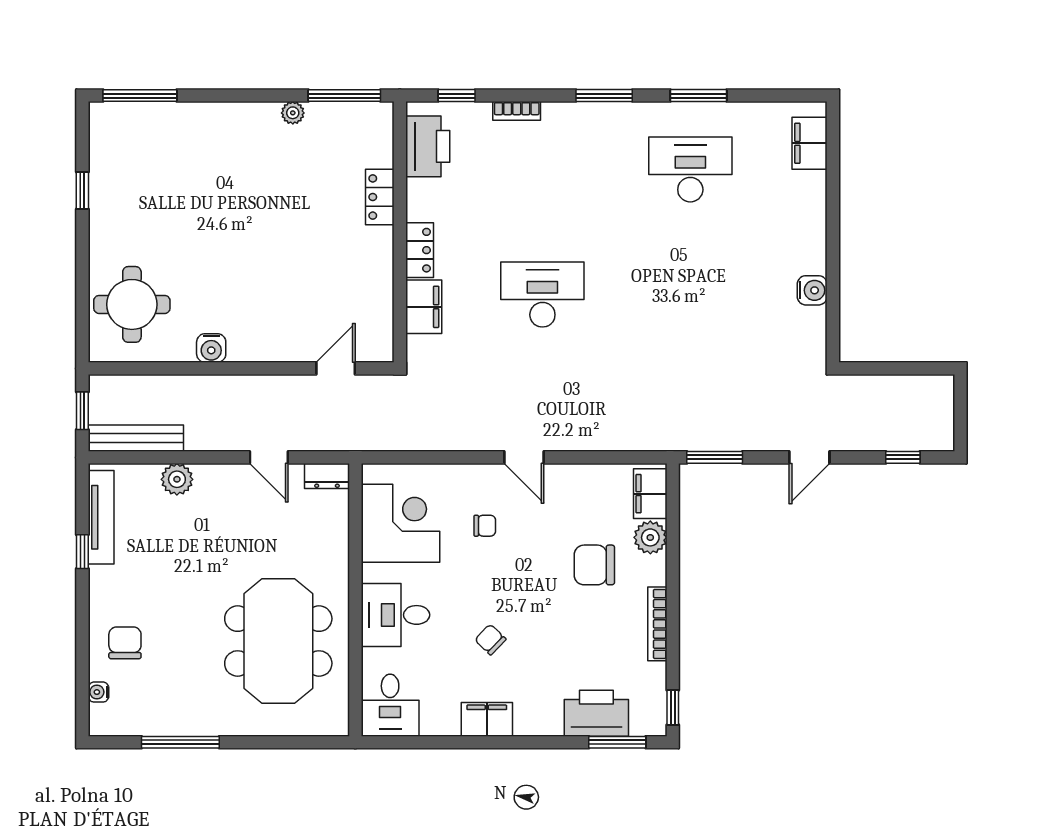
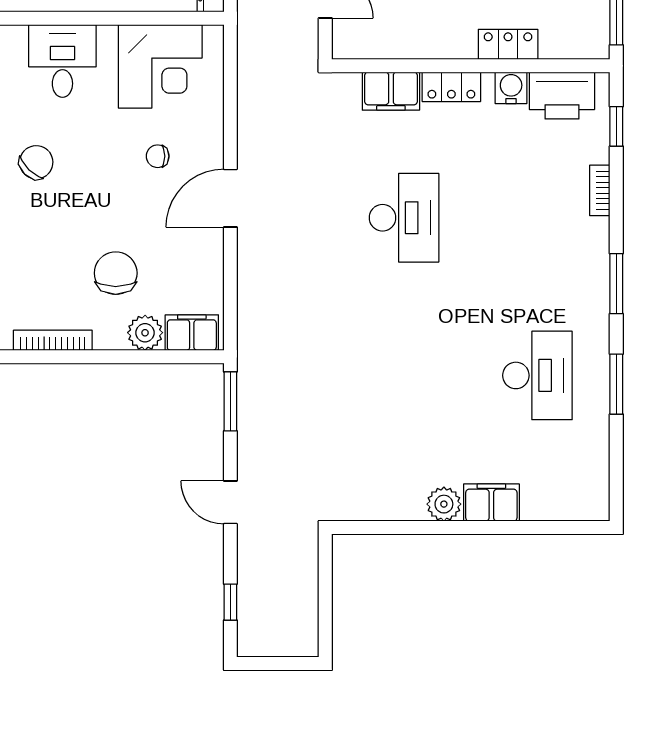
filing cabinet: (810, 143) -> (491, 503), moved
plant: (811, 257) -> (444, 504), added
water cooler: (812, 290) -> (511, 88), moved, turned 180
door: (524, 457) -> (230, 198), width x1.38
chair: (485, 526) -> (158, 156), turned 90
chair: (490, 640) -> (36, 162), width x1.37, depth x1.37

